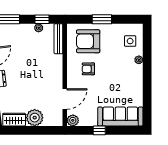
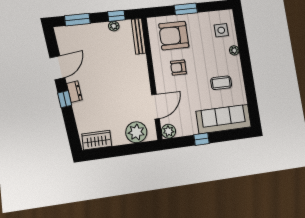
coffee table: (123, 86) -> (221, 83), added
plant: (35, 118) -> (136, 132), moved

